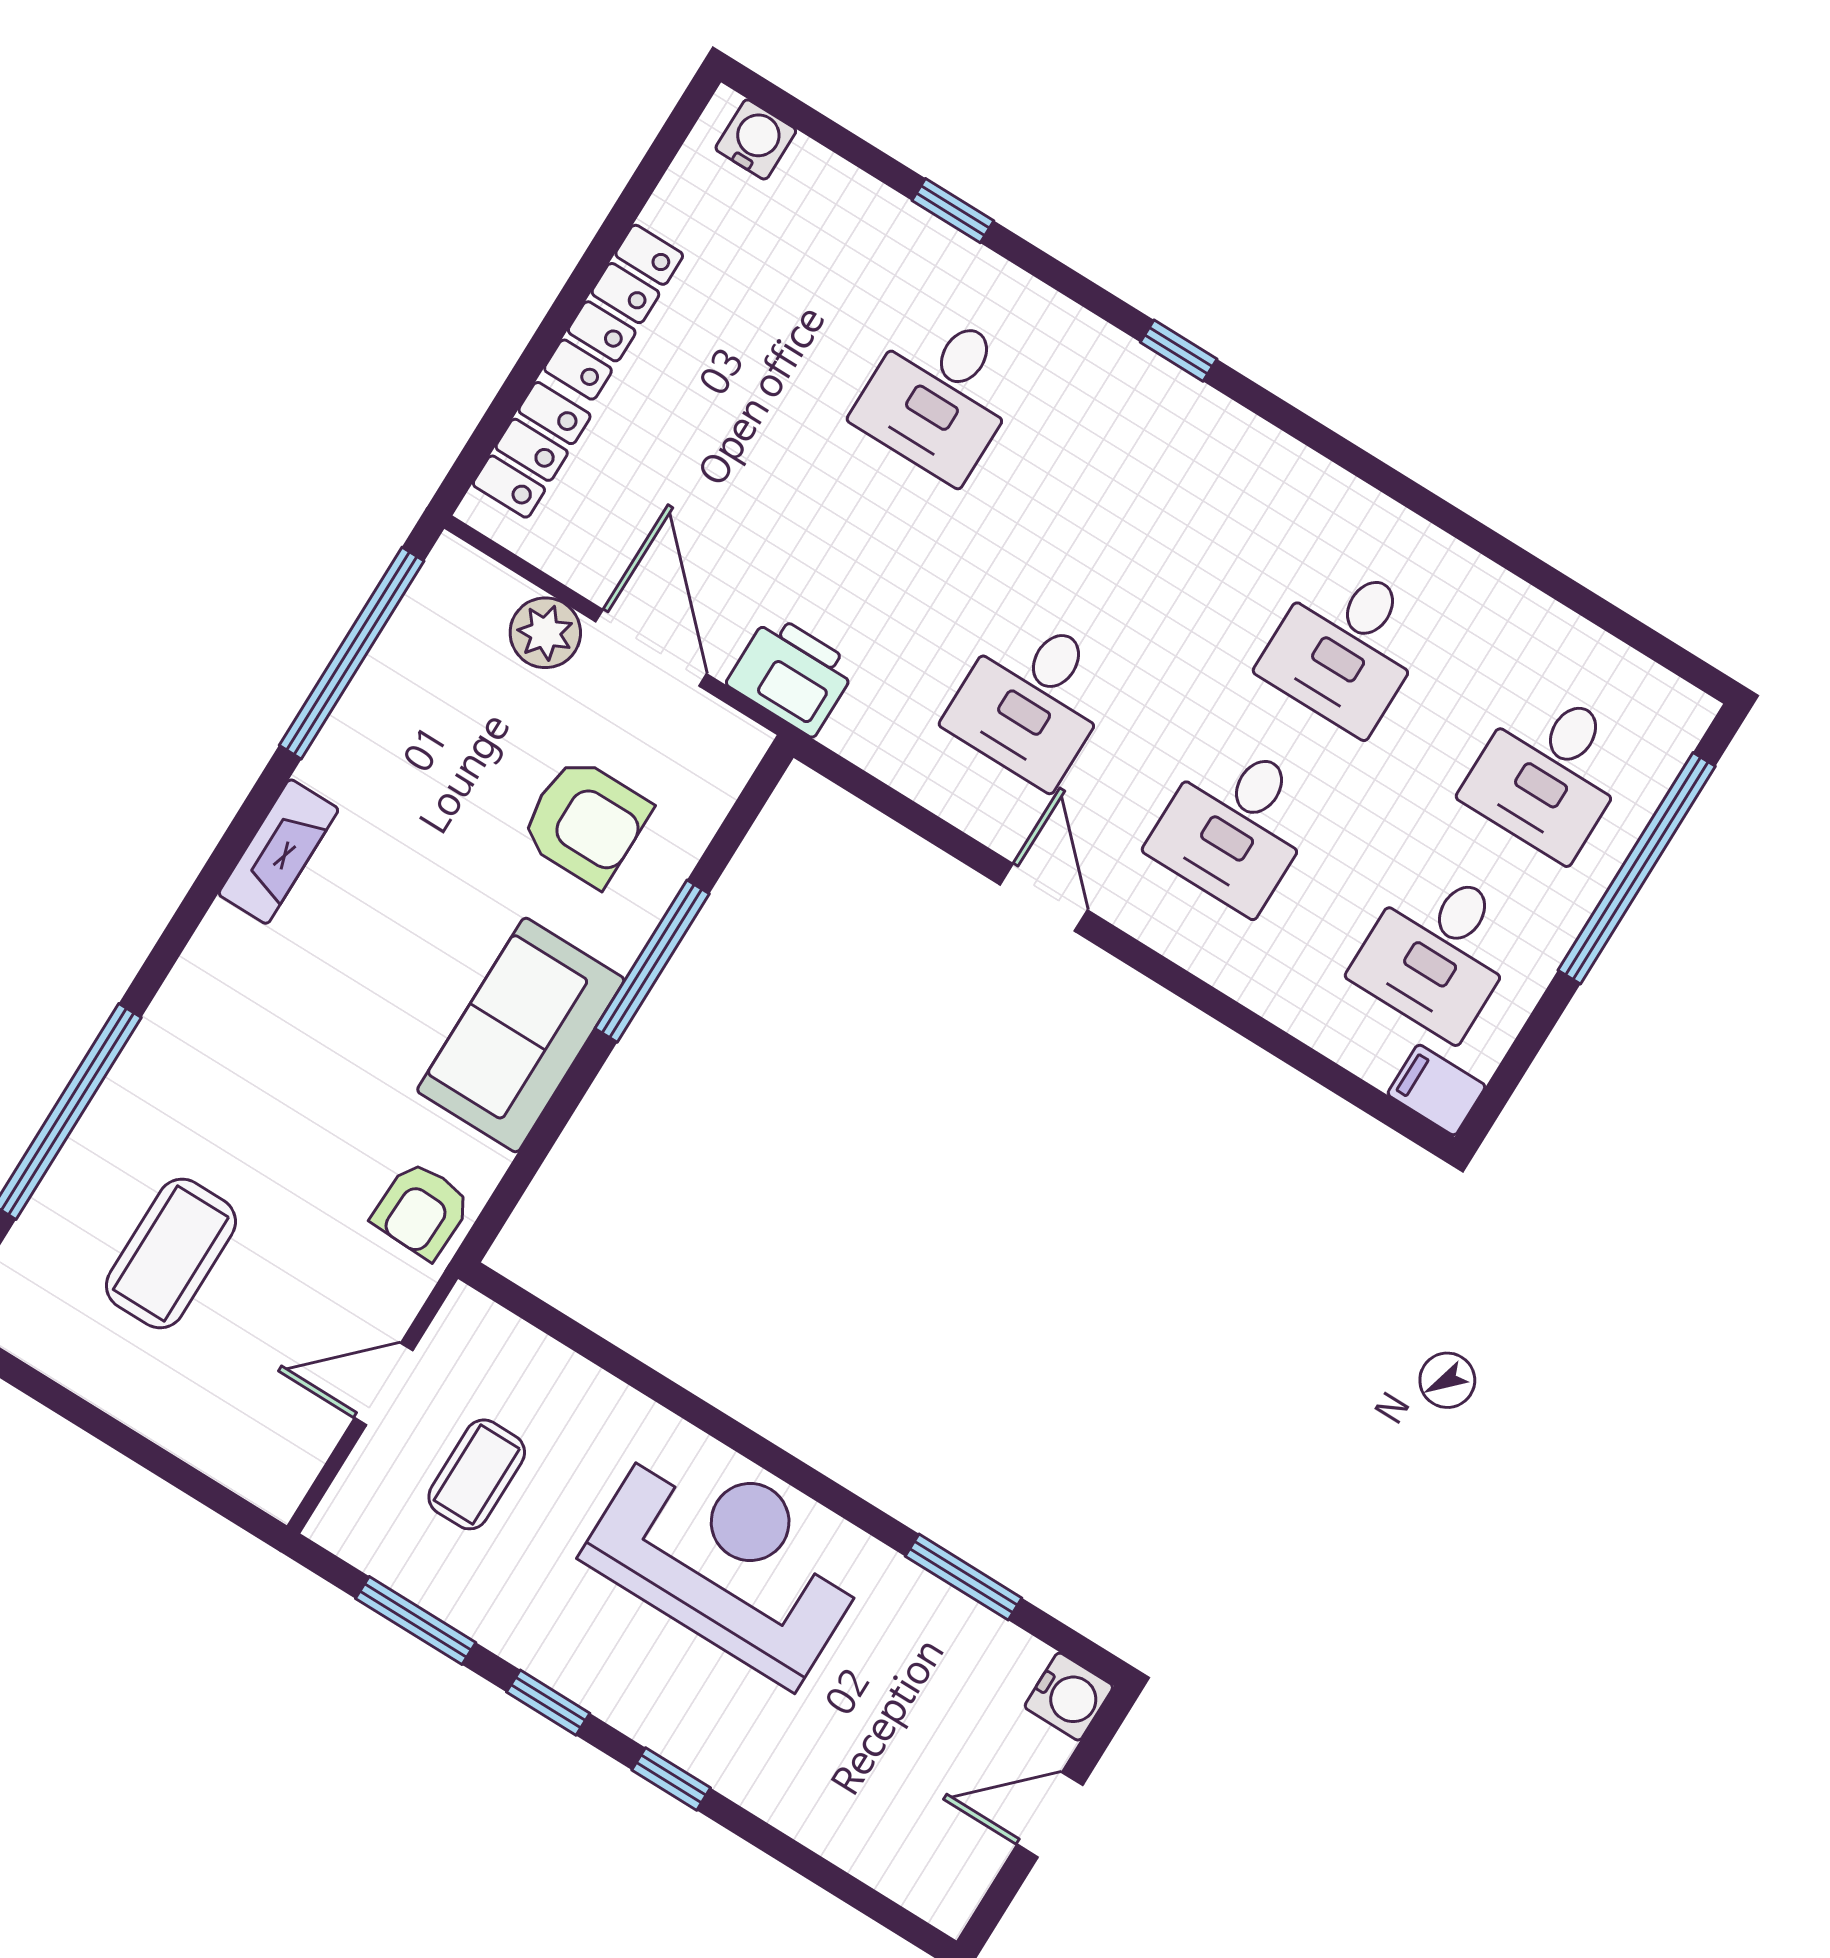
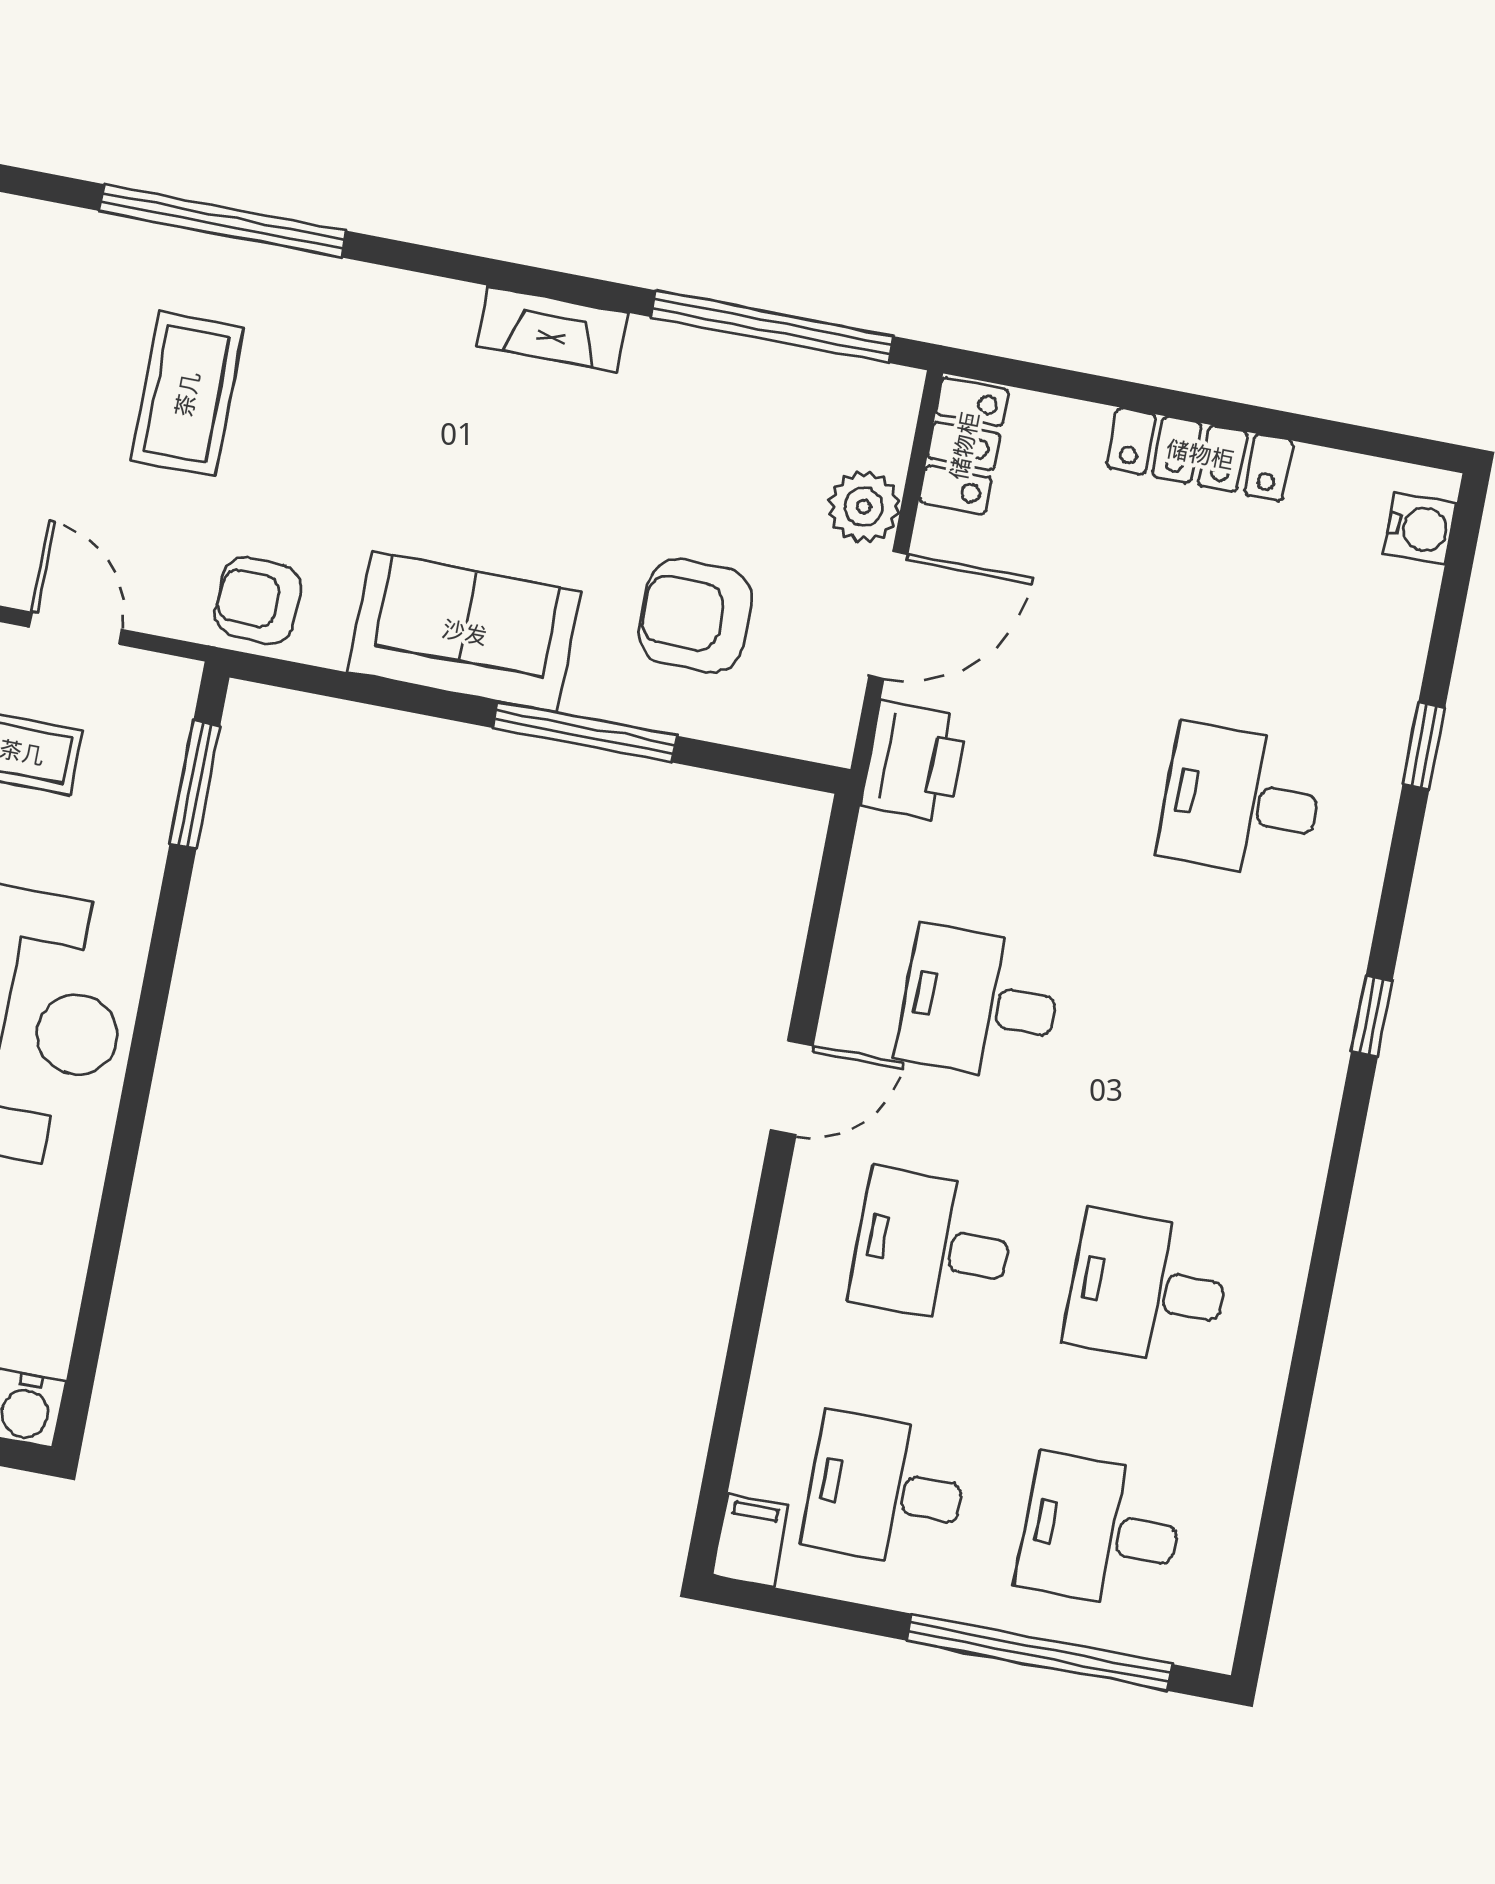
locker: (532, 450) -> (964, 446), moved, turned -90
armchair: (585, 822) -> (695, 616), turned 90
coffee table: (171, 1253) -> (187, 394), moved, turned 90
window: (964, 1577) -> (195, 785), moved

